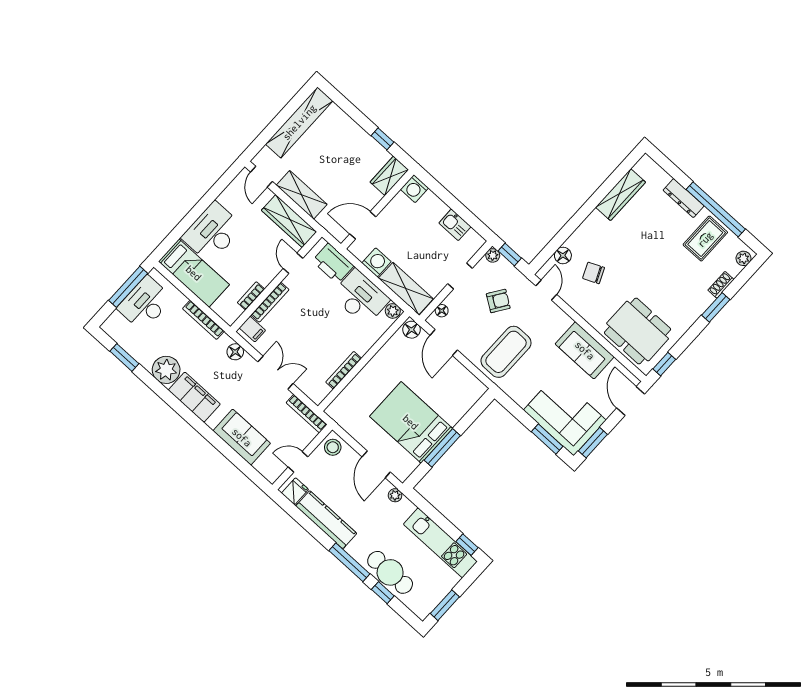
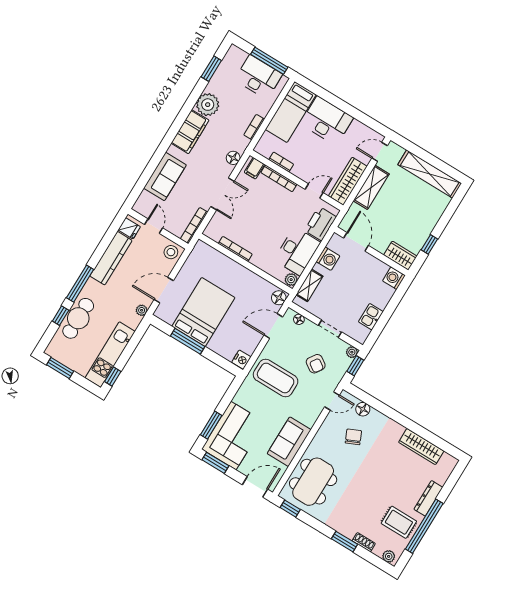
shelving: (406, 289) -> (309, 285), width x0.67, depth x0.75
bookcase: (203, 320) -> (254, 127), width x0.64
nightstand: (476, 388) -> (241, 360), added

